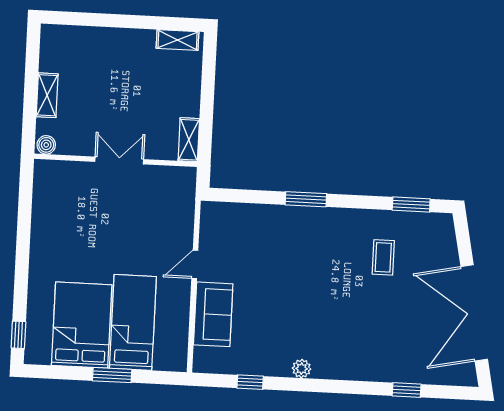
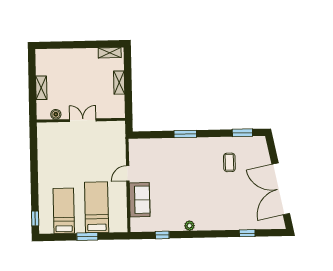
shelving: (189, 140) -> (119, 83), moved
boiler: (46, 145) -> (56, 114), moved
bed: (82, 325) -> (64, 211), width x0.67

